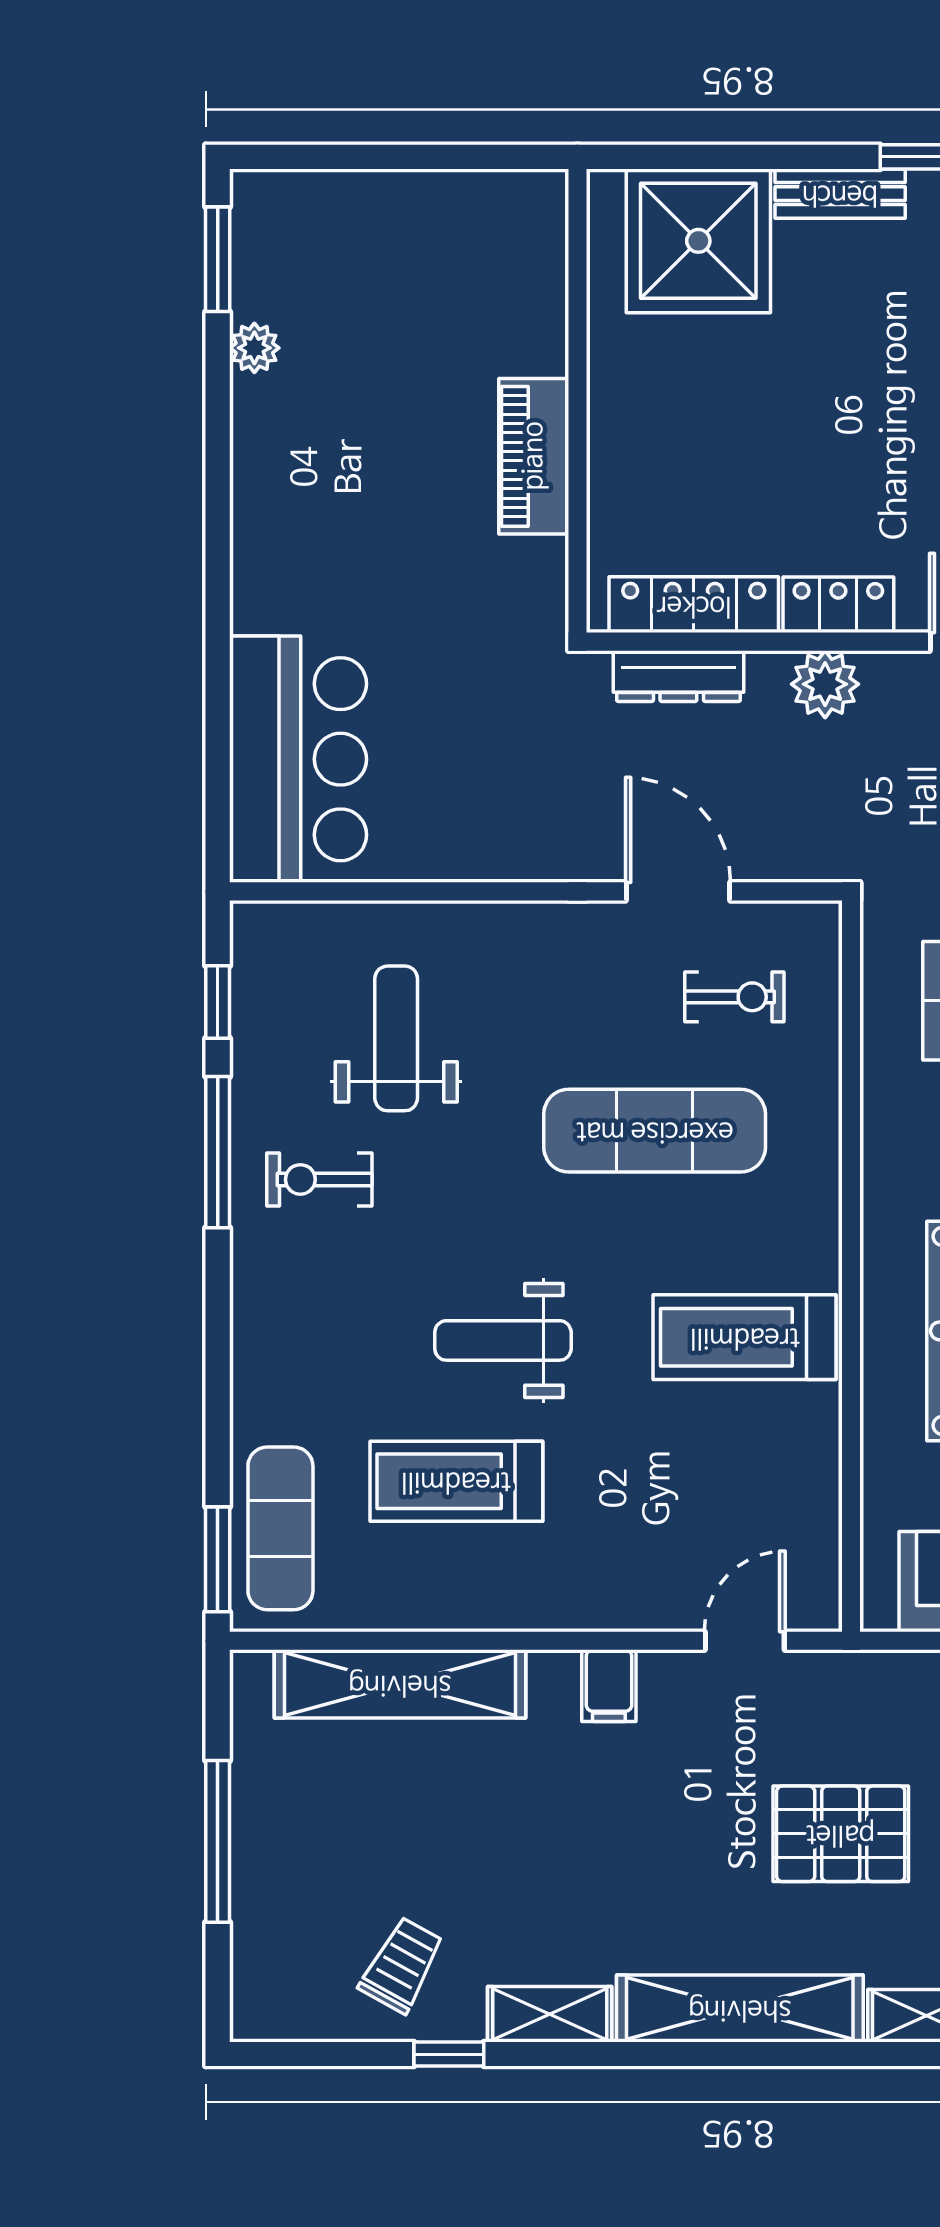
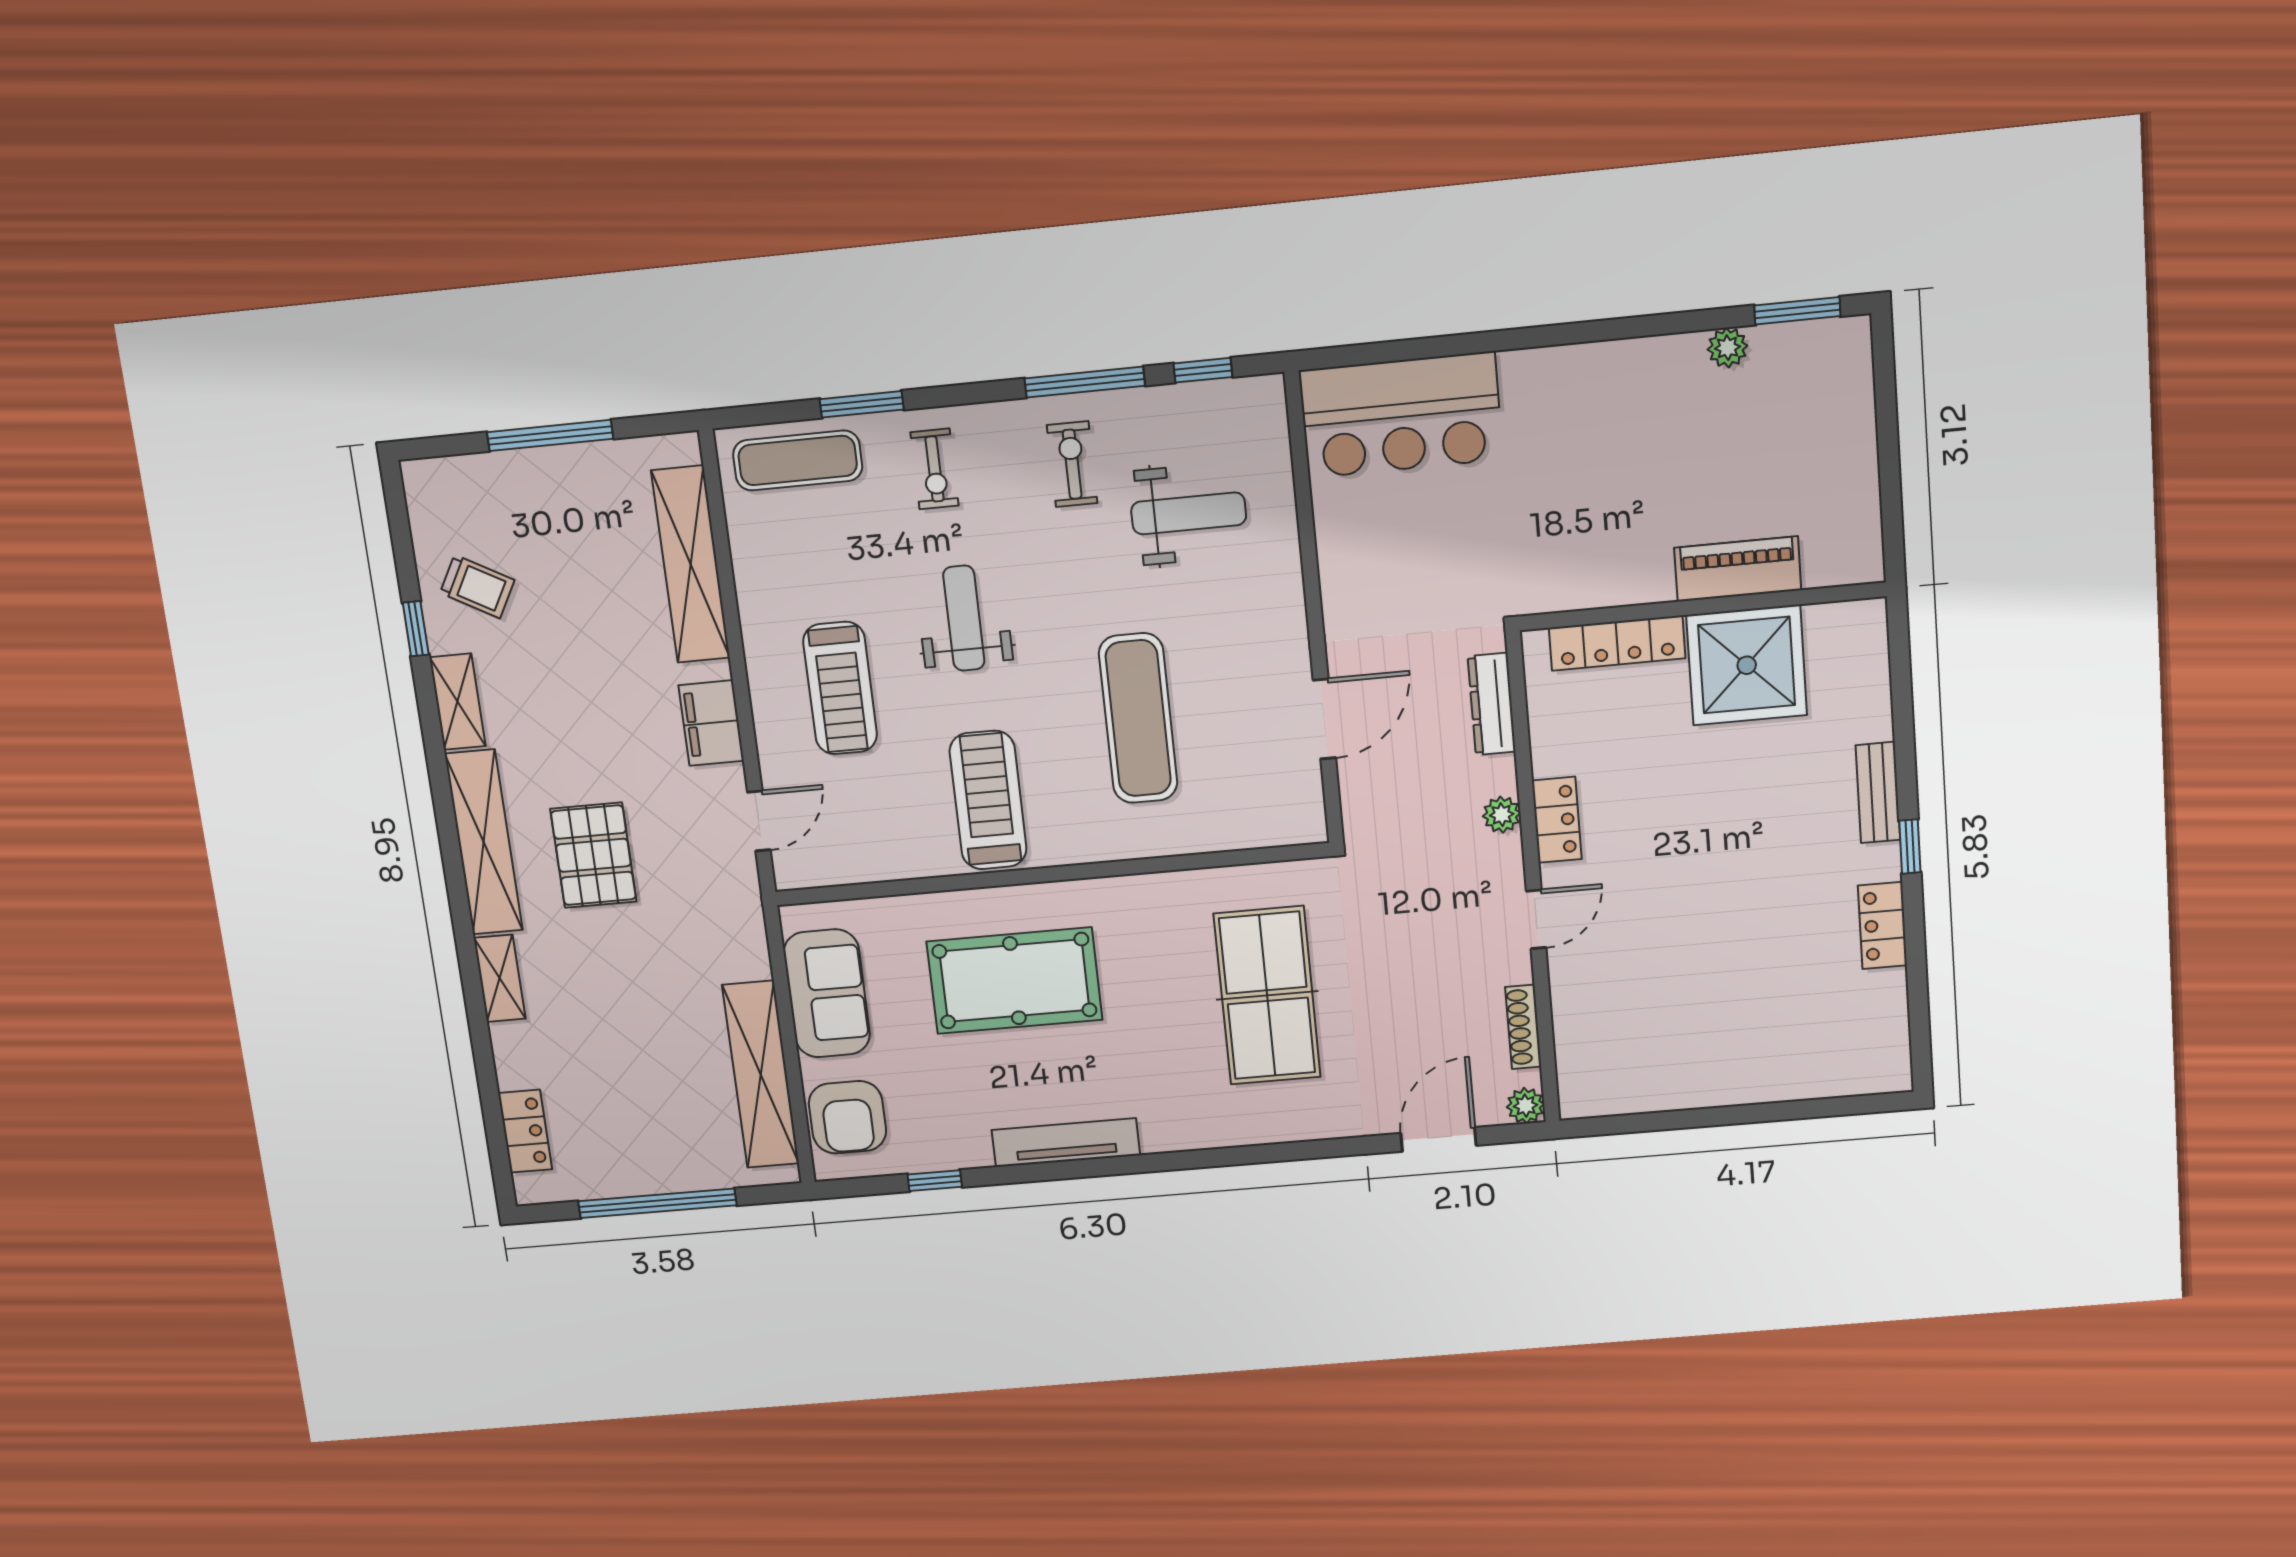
shower: (698, 241) -> (1747, 665), moved
piano: (534, 456) -> (1738, 569), moved
locker: (694, 605) -> (1617, 643), moved, turned 90
plant: (825, 684) -> (1502, 815), width x0.73, depth x0.73
exercise bike: (734, 997) -> (934, 469), moved
treadmill: (456, 1481) -> (840, 688), moved, turned 180
window: (218, 1559) -> (862, 404), moved
door: (745, 1641) -> (759, 821), hinge flipped
filing cabinet: (609, 1686) -> (711, 723), width x2.00
pallet: (841, 1834) -> (593, 855), moved

